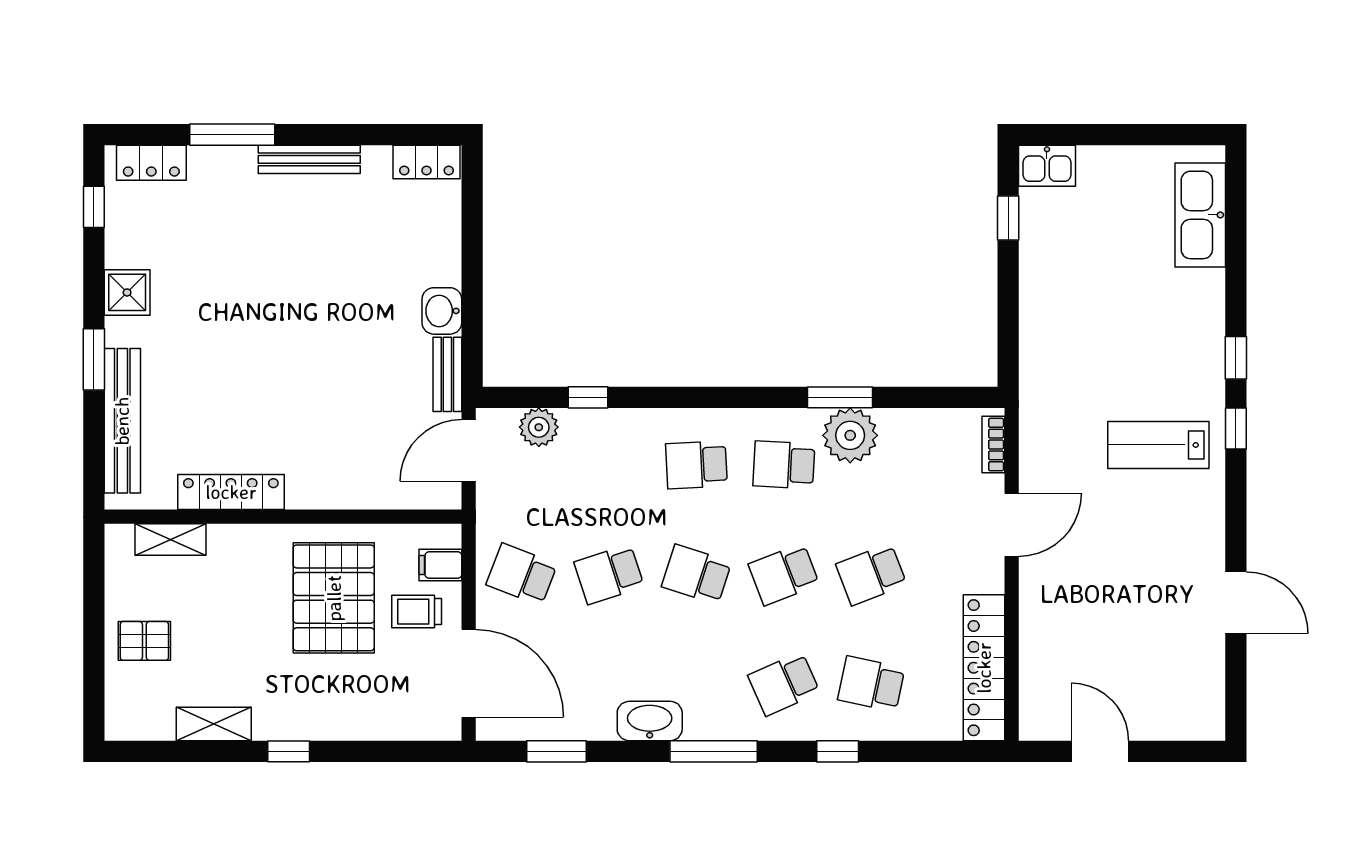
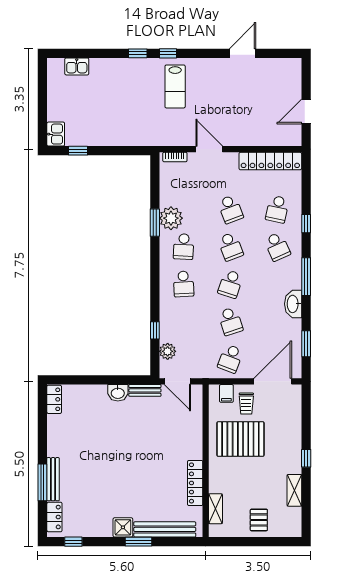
bench: (309, 159) -> (53, 479), moved
kitchen sink: (1200, 215) -> (77, 66), width x0.53, depth x0.81
shower: (127, 292) -> (123, 527), moved

